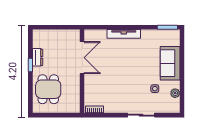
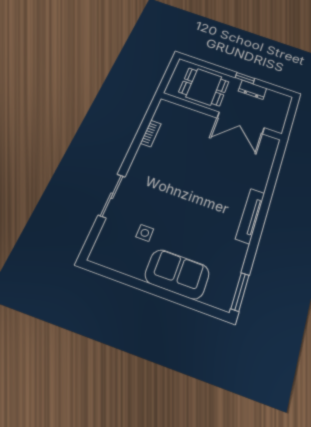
double door: (82, 58) -> (241, 123), moved
wall: (82, 71) -> (221, 116), moved
plant: (175, 93) -> (123, 264), removed

